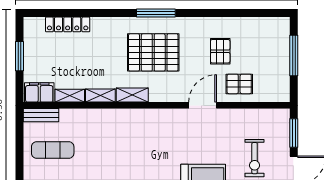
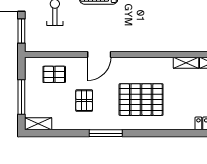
window: (156, 13) -> (106, 133), moved
pallet: (239, 84) -> (54, 74), moved
shelving: (132, 95) -> (38, 124), moved

